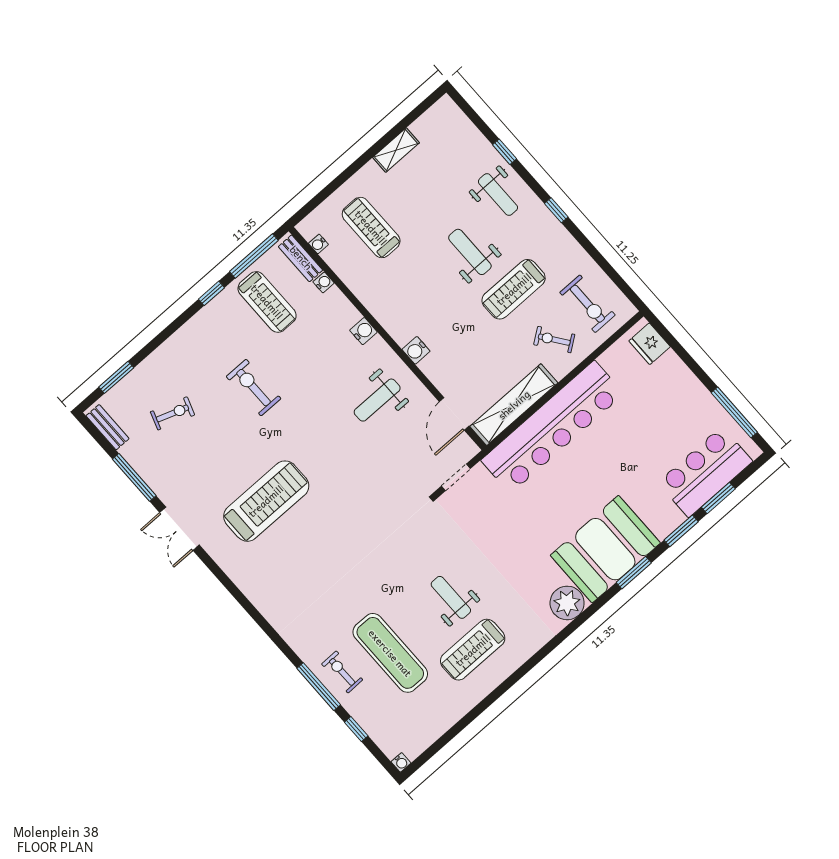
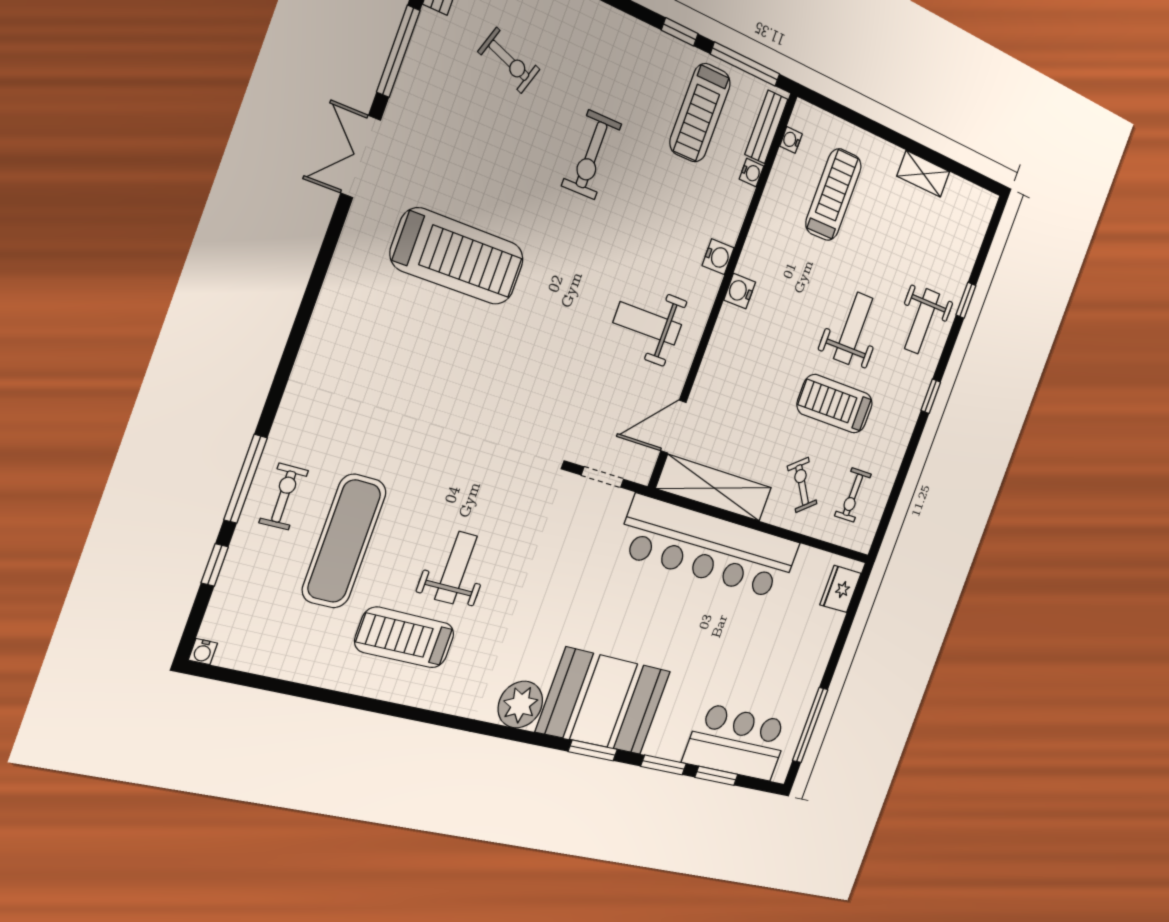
exercise bike: (587, 304) -> (853, 495), width x0.73, depth x0.72
water cooler: (416, 350) -> (740, 291), moved
exercise bike: (254, 388) -> (592, 155), turned 180

